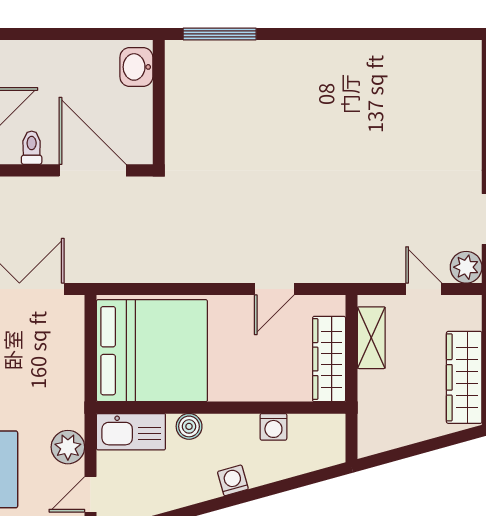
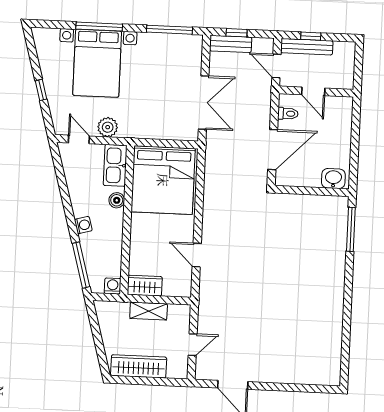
plant: (466, 267) -> (205, 371), removed
shelving: (371, 338) -> (149, 311), moved
wardrobe: (329, 359) -> (145, 286), width x0.67
washing machine: (273, 427) -> (113, 286), moved, turned 90
window: (300, 481) -> (81, 265), added

